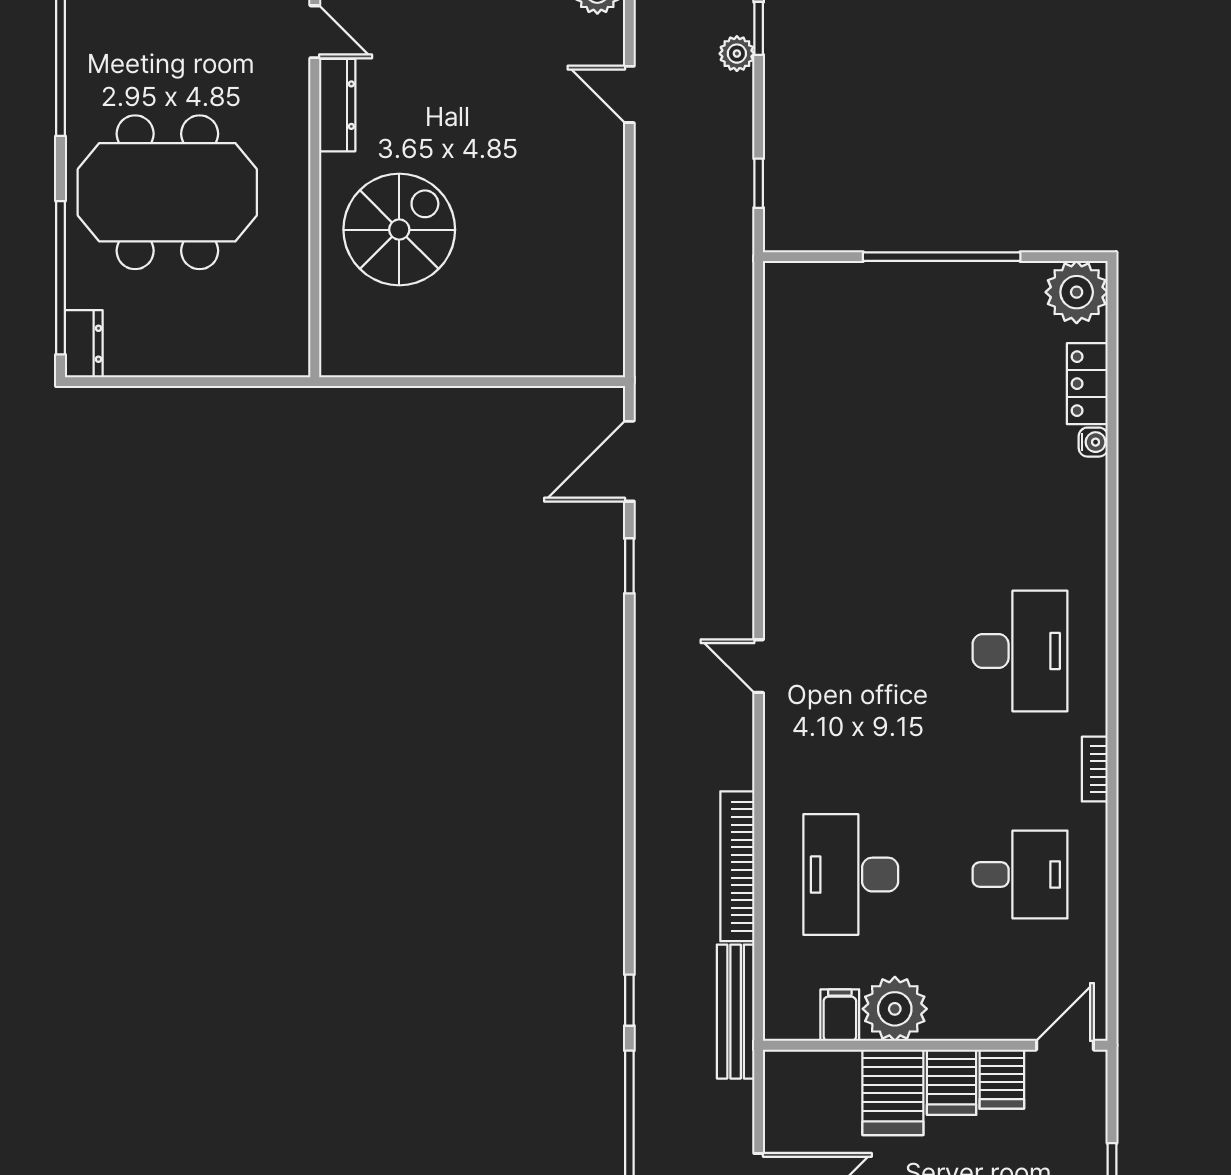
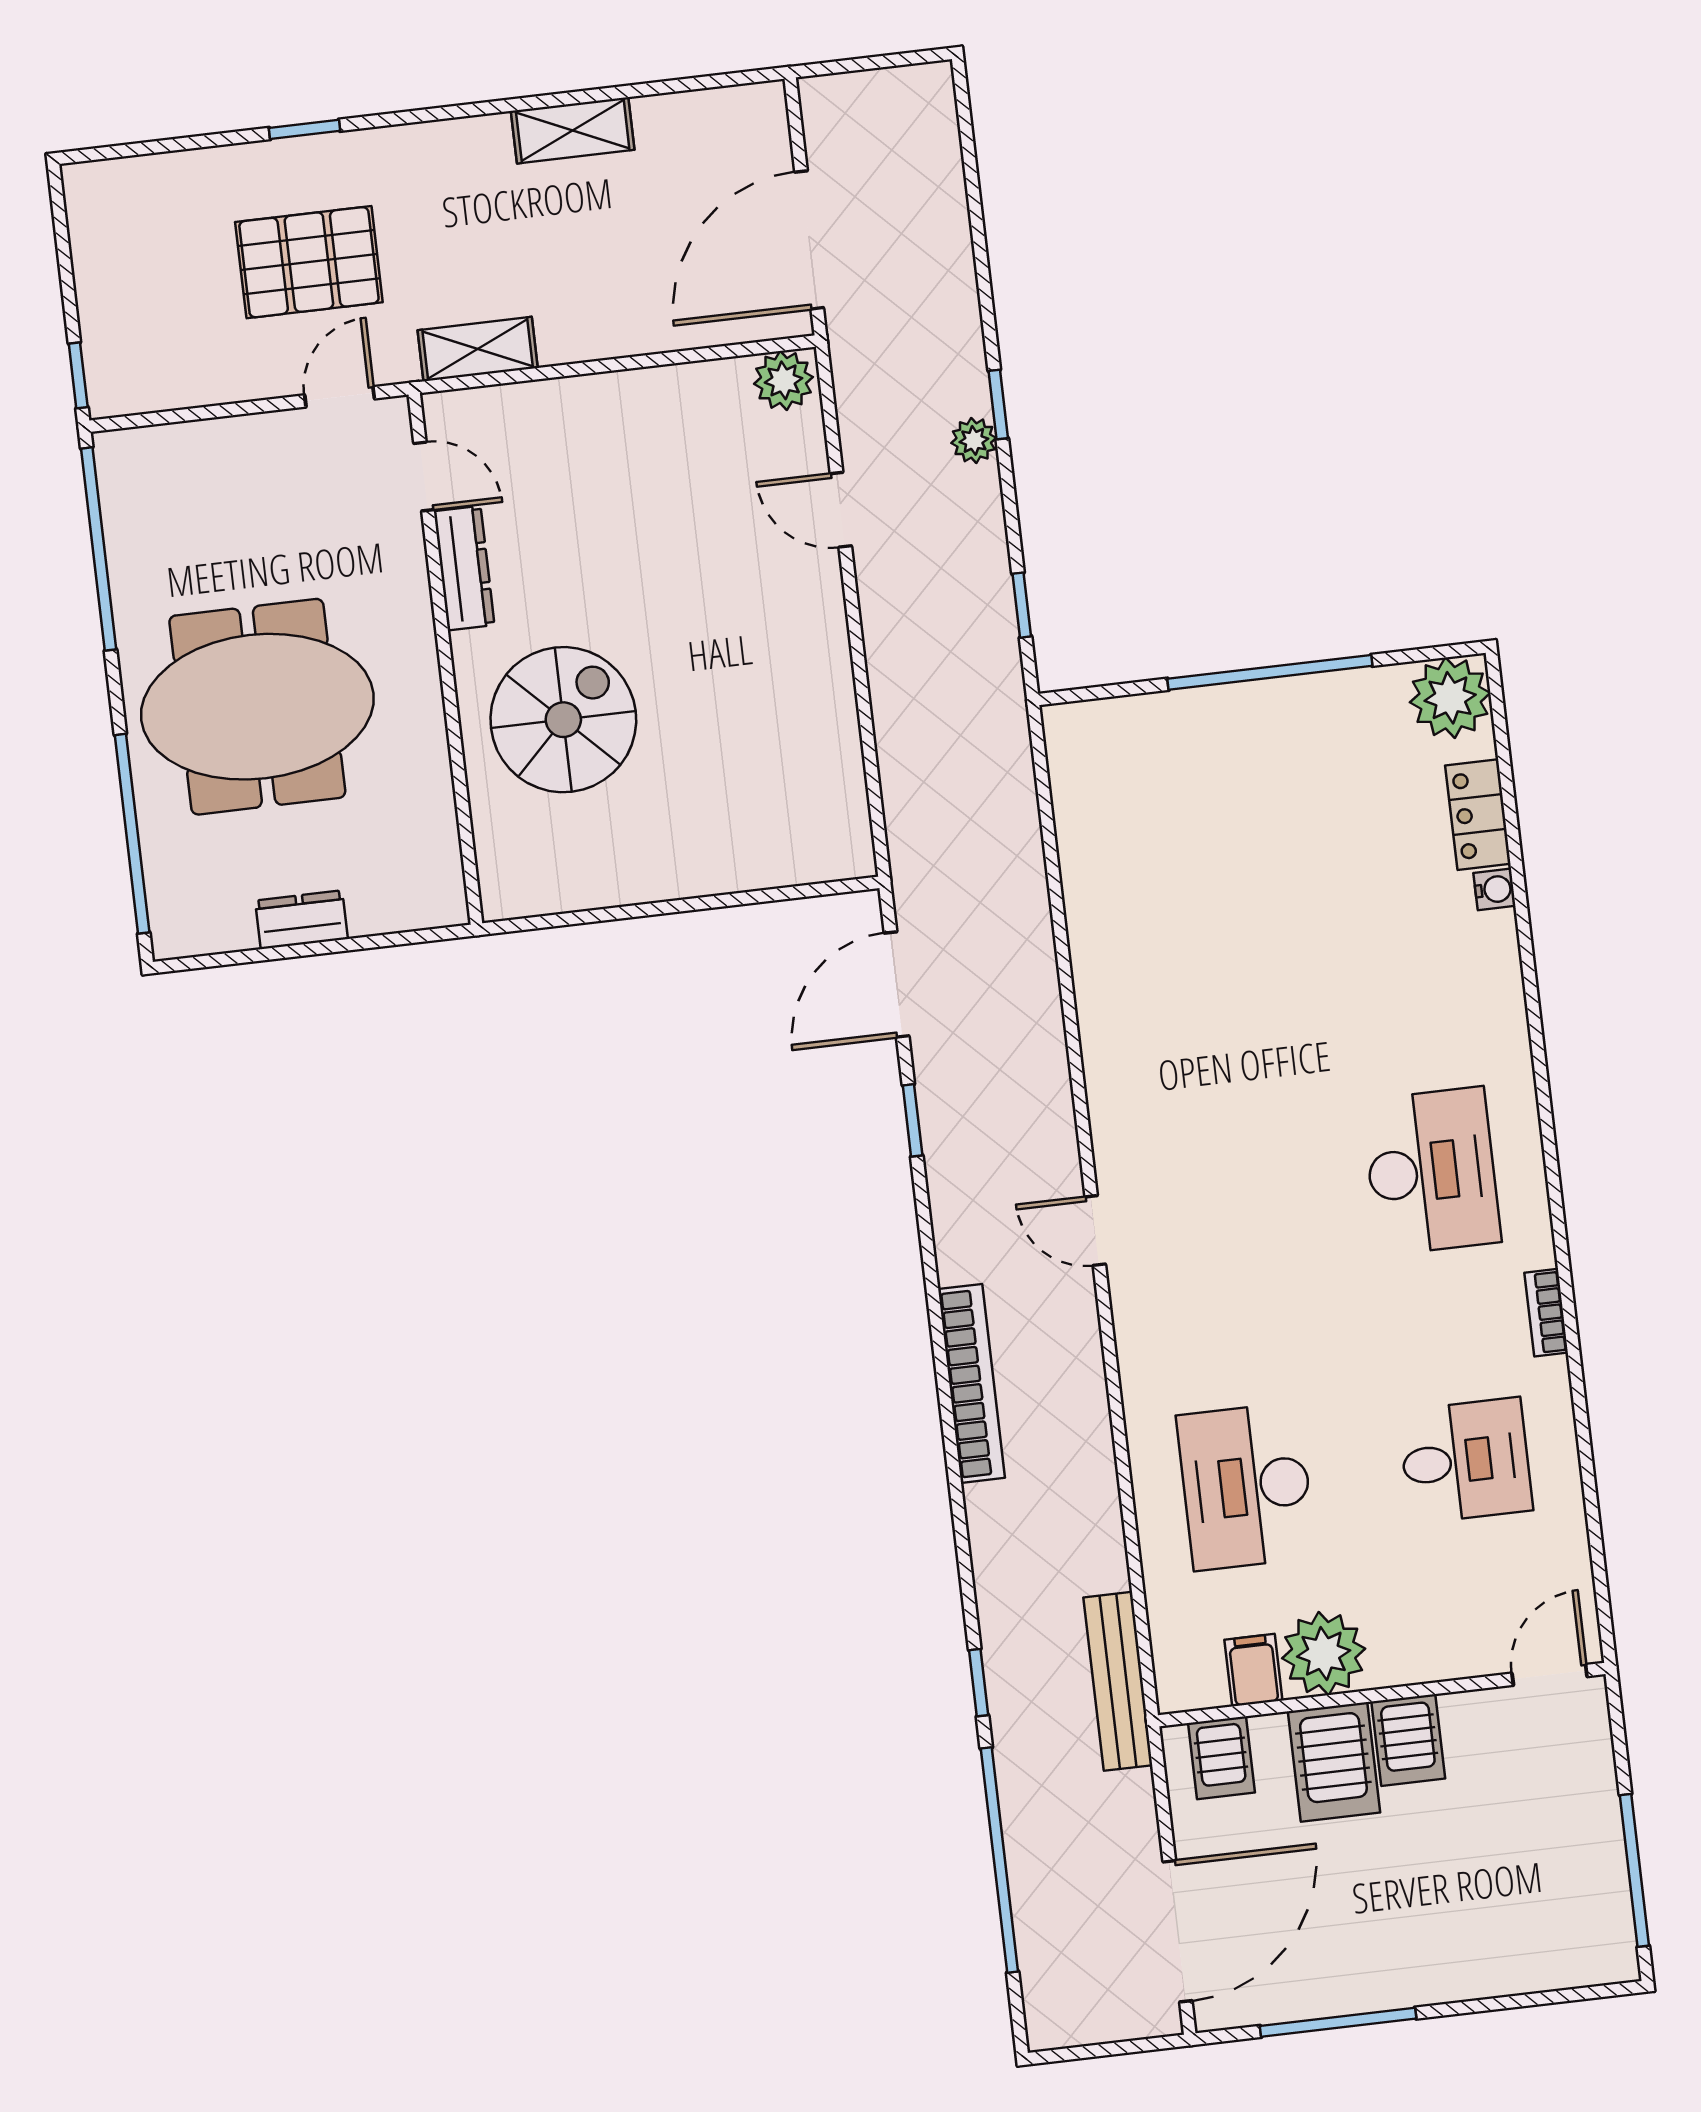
dresser: (84, 344) -> (301, 920), moved, turned -90
bookcase: (737, 866) -> (971, 1383), moved, turned 180
server rack: (1002, 1079) -> (1221, 1758), moved

